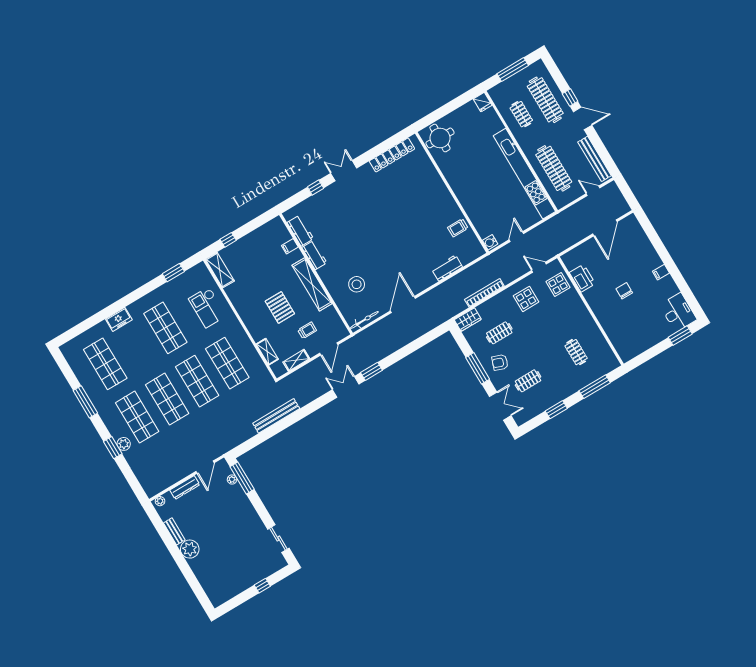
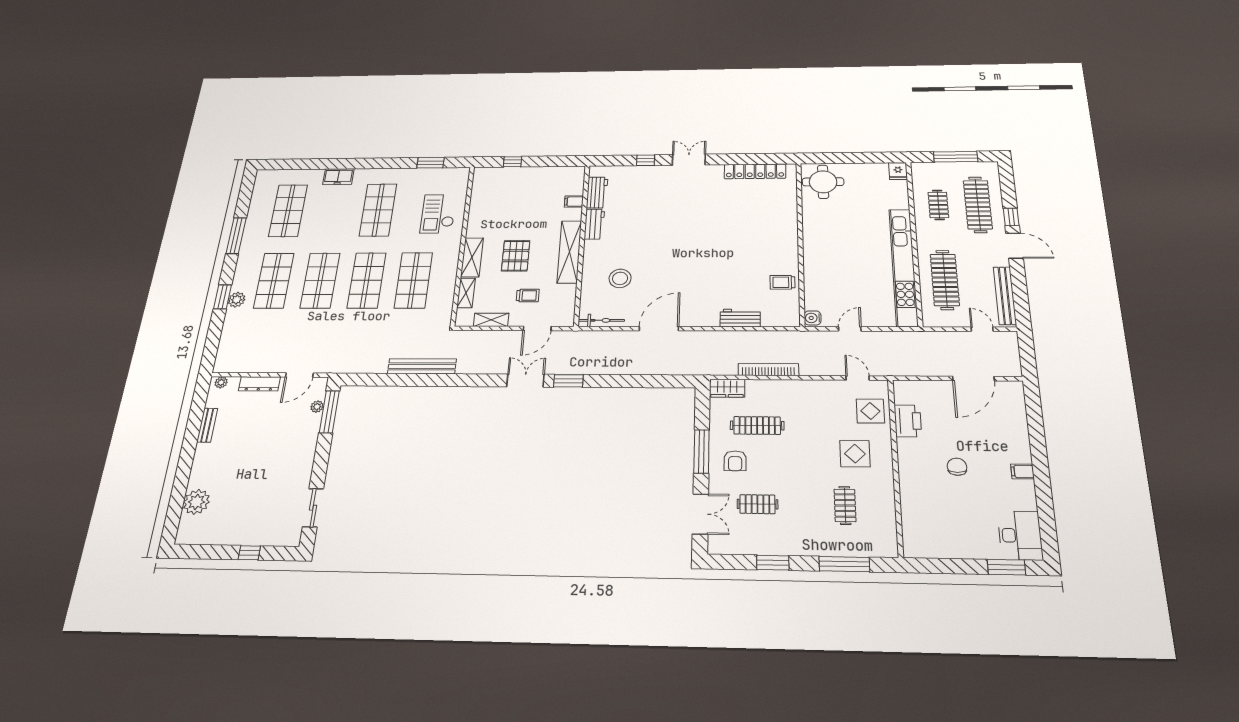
shelving: (220, 270) -> (472, 257), moved
display table: (526, 299) -> (855, 454), moved
clothes rail: (499, 333) -> (757, 425), width x1.36
armchair: (500, 362) -> (735, 461), turned -110
plant: (190, 549) -> (196, 502), moved

